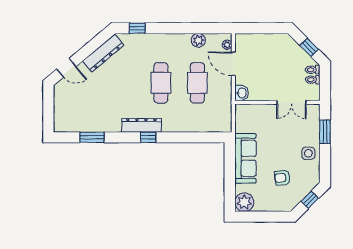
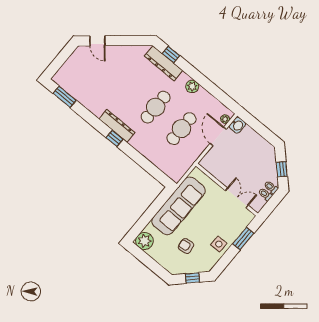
plant: (198, 40) -> (192, 86), moved
dresser: (103, 53) -> (163, 63), moved, turned 40
washbasin: (241, 93) -> (237, 125), moved
double door: (291, 102) -> (237, 198), swing flipped
window: (92, 137) -> (65, 97), moved
sofa: (245, 158) -> (178, 206), width x1.36, depth x1.27

